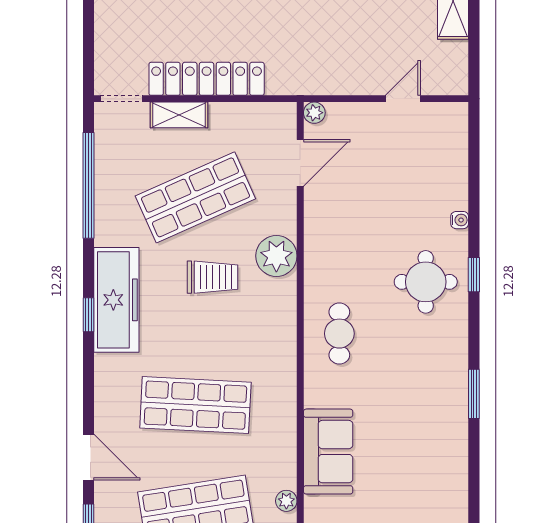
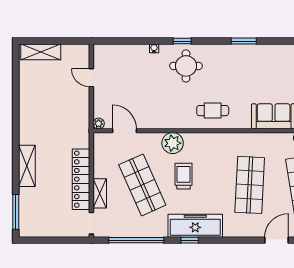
window: (89, 315) -> (190, 240), moved

